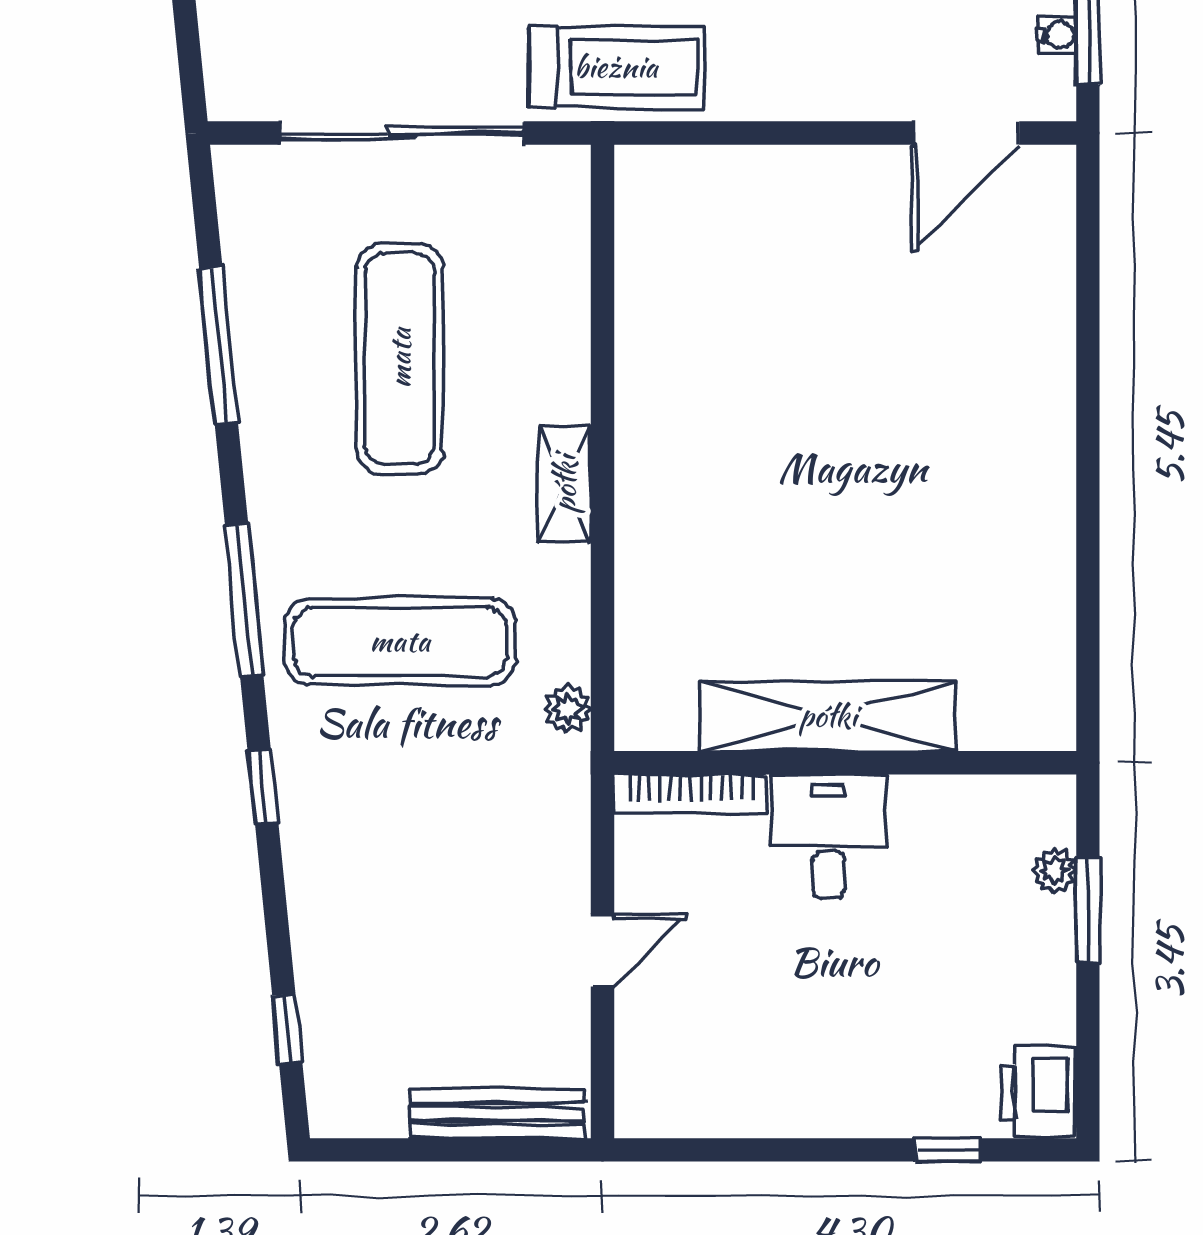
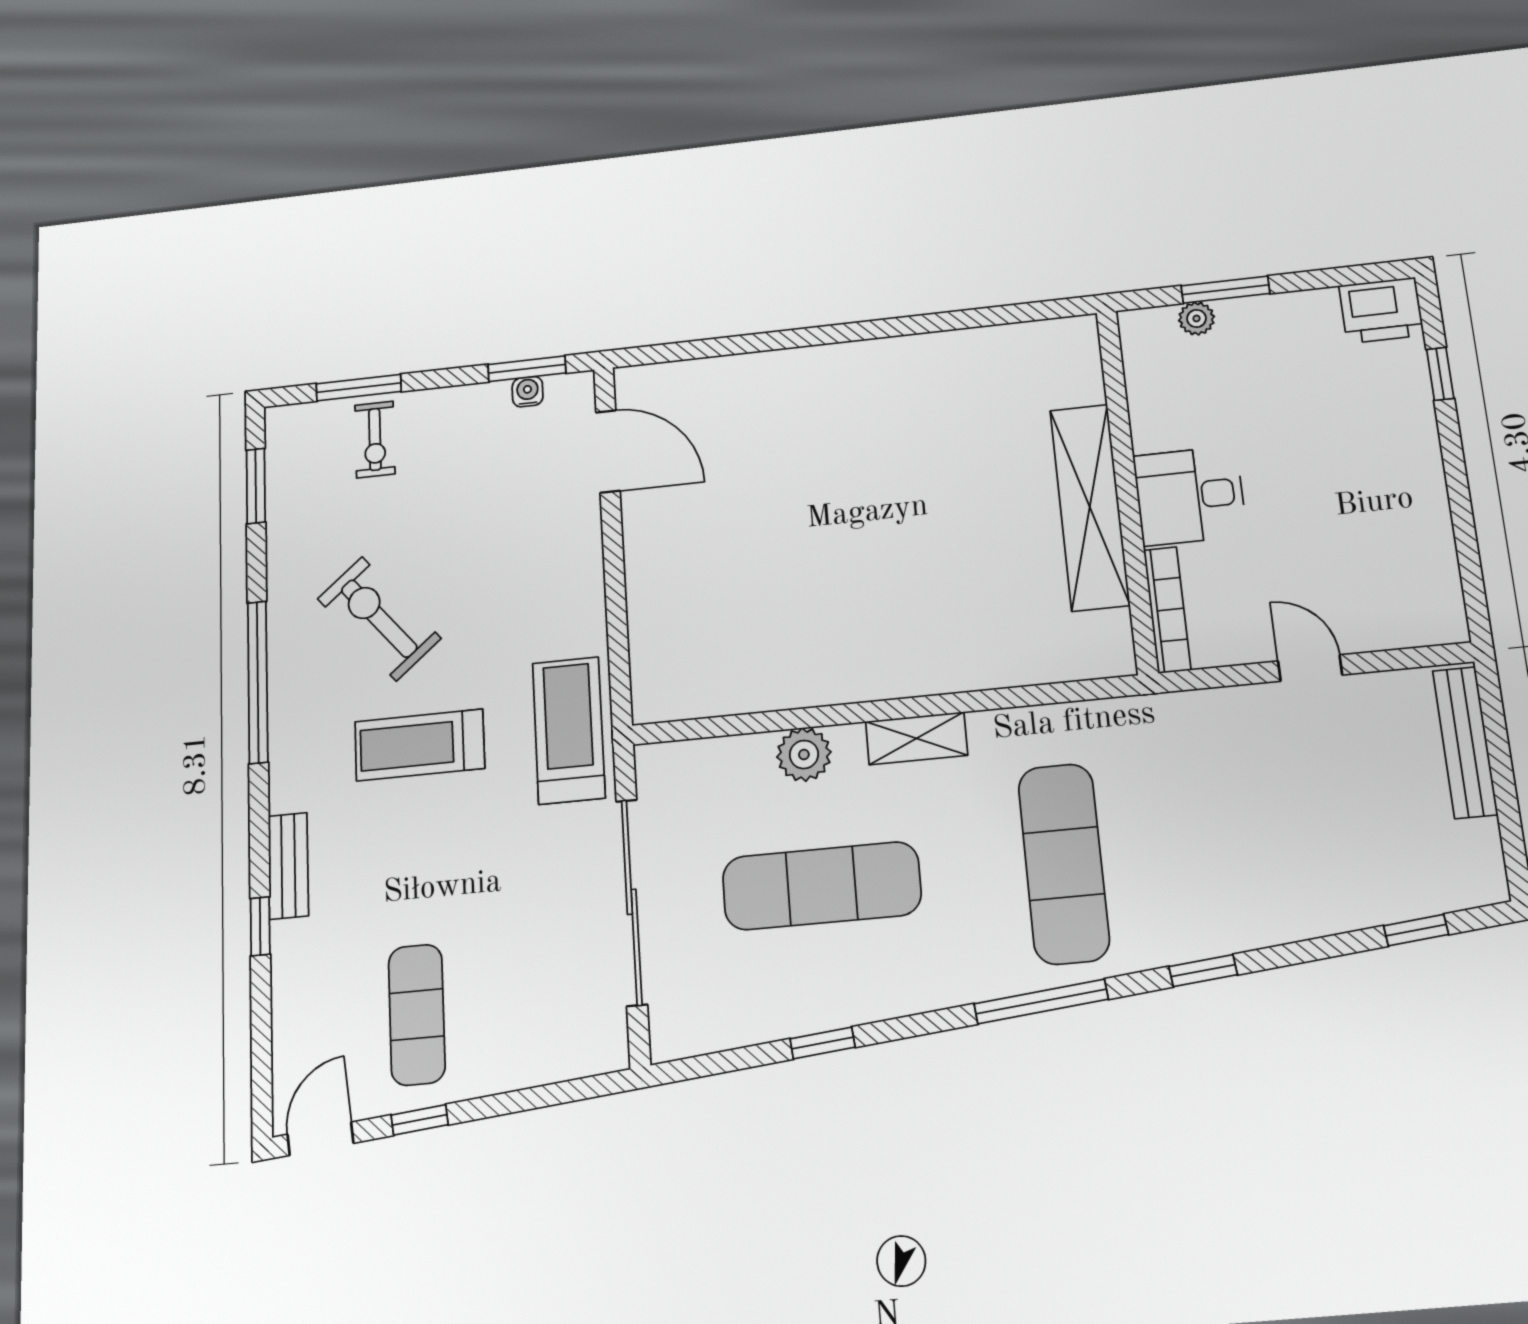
window: (219, 346) -> (823, 1043), width x0.46
plant: (567, 709) -> (804, 755), moved, width x1.38, depth x1.38

